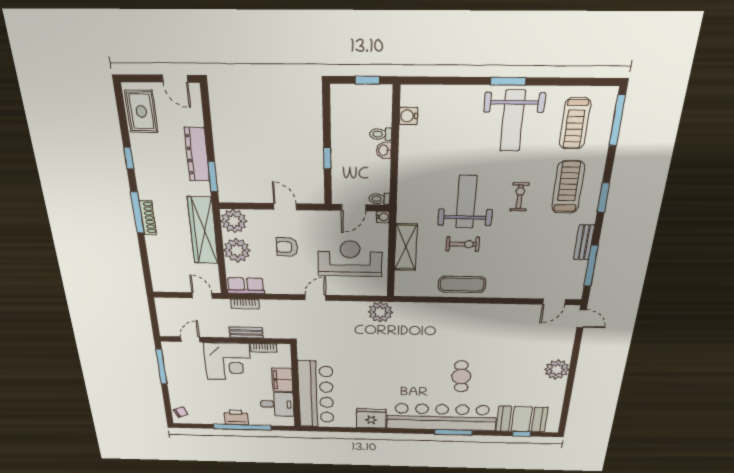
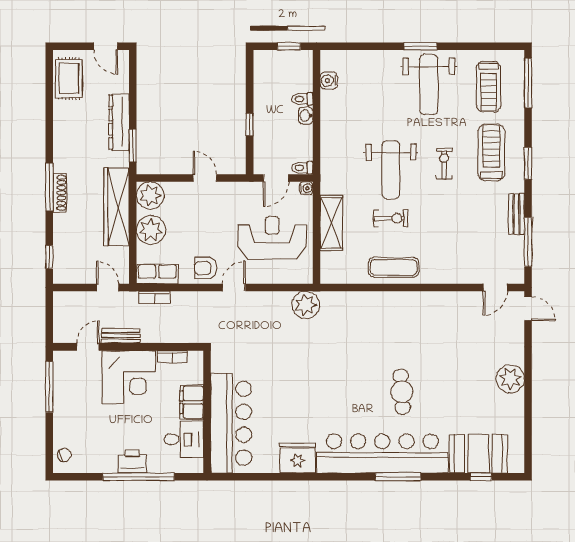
window: (129, 158) -> (49, 257), moved
weight bench: (466, 202) -> (391, 170), turned 180
armchair: (287, 247) -> (206, 268), moved
bench: (246, 332) -> (121, 336), moved

